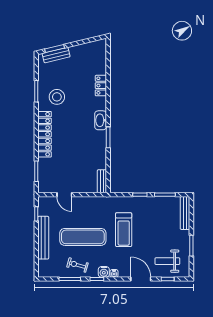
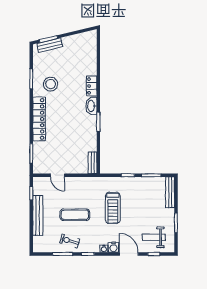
locker: (101, 86) -> (92, 86), moved
exercise mat: (83, 237) -> (75, 215), width x0.73, depth x0.69
water cooler: (104, 272) -> (113, 247), moved

